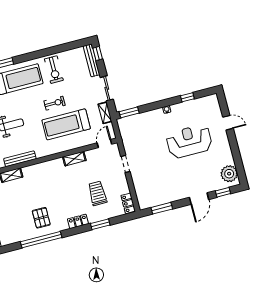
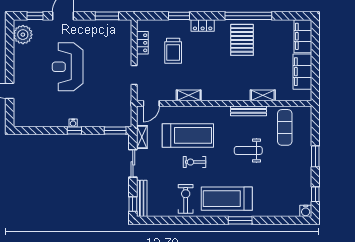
window: (187, 97) -> (74, 131), moved
reception desk: (189, 141) -> (68, 67), moved, turned 90
locker: (128, 203) -> (142, 43), moved
pallet: (41, 218) -> (242, 40), width x1.50, depth x1.42

